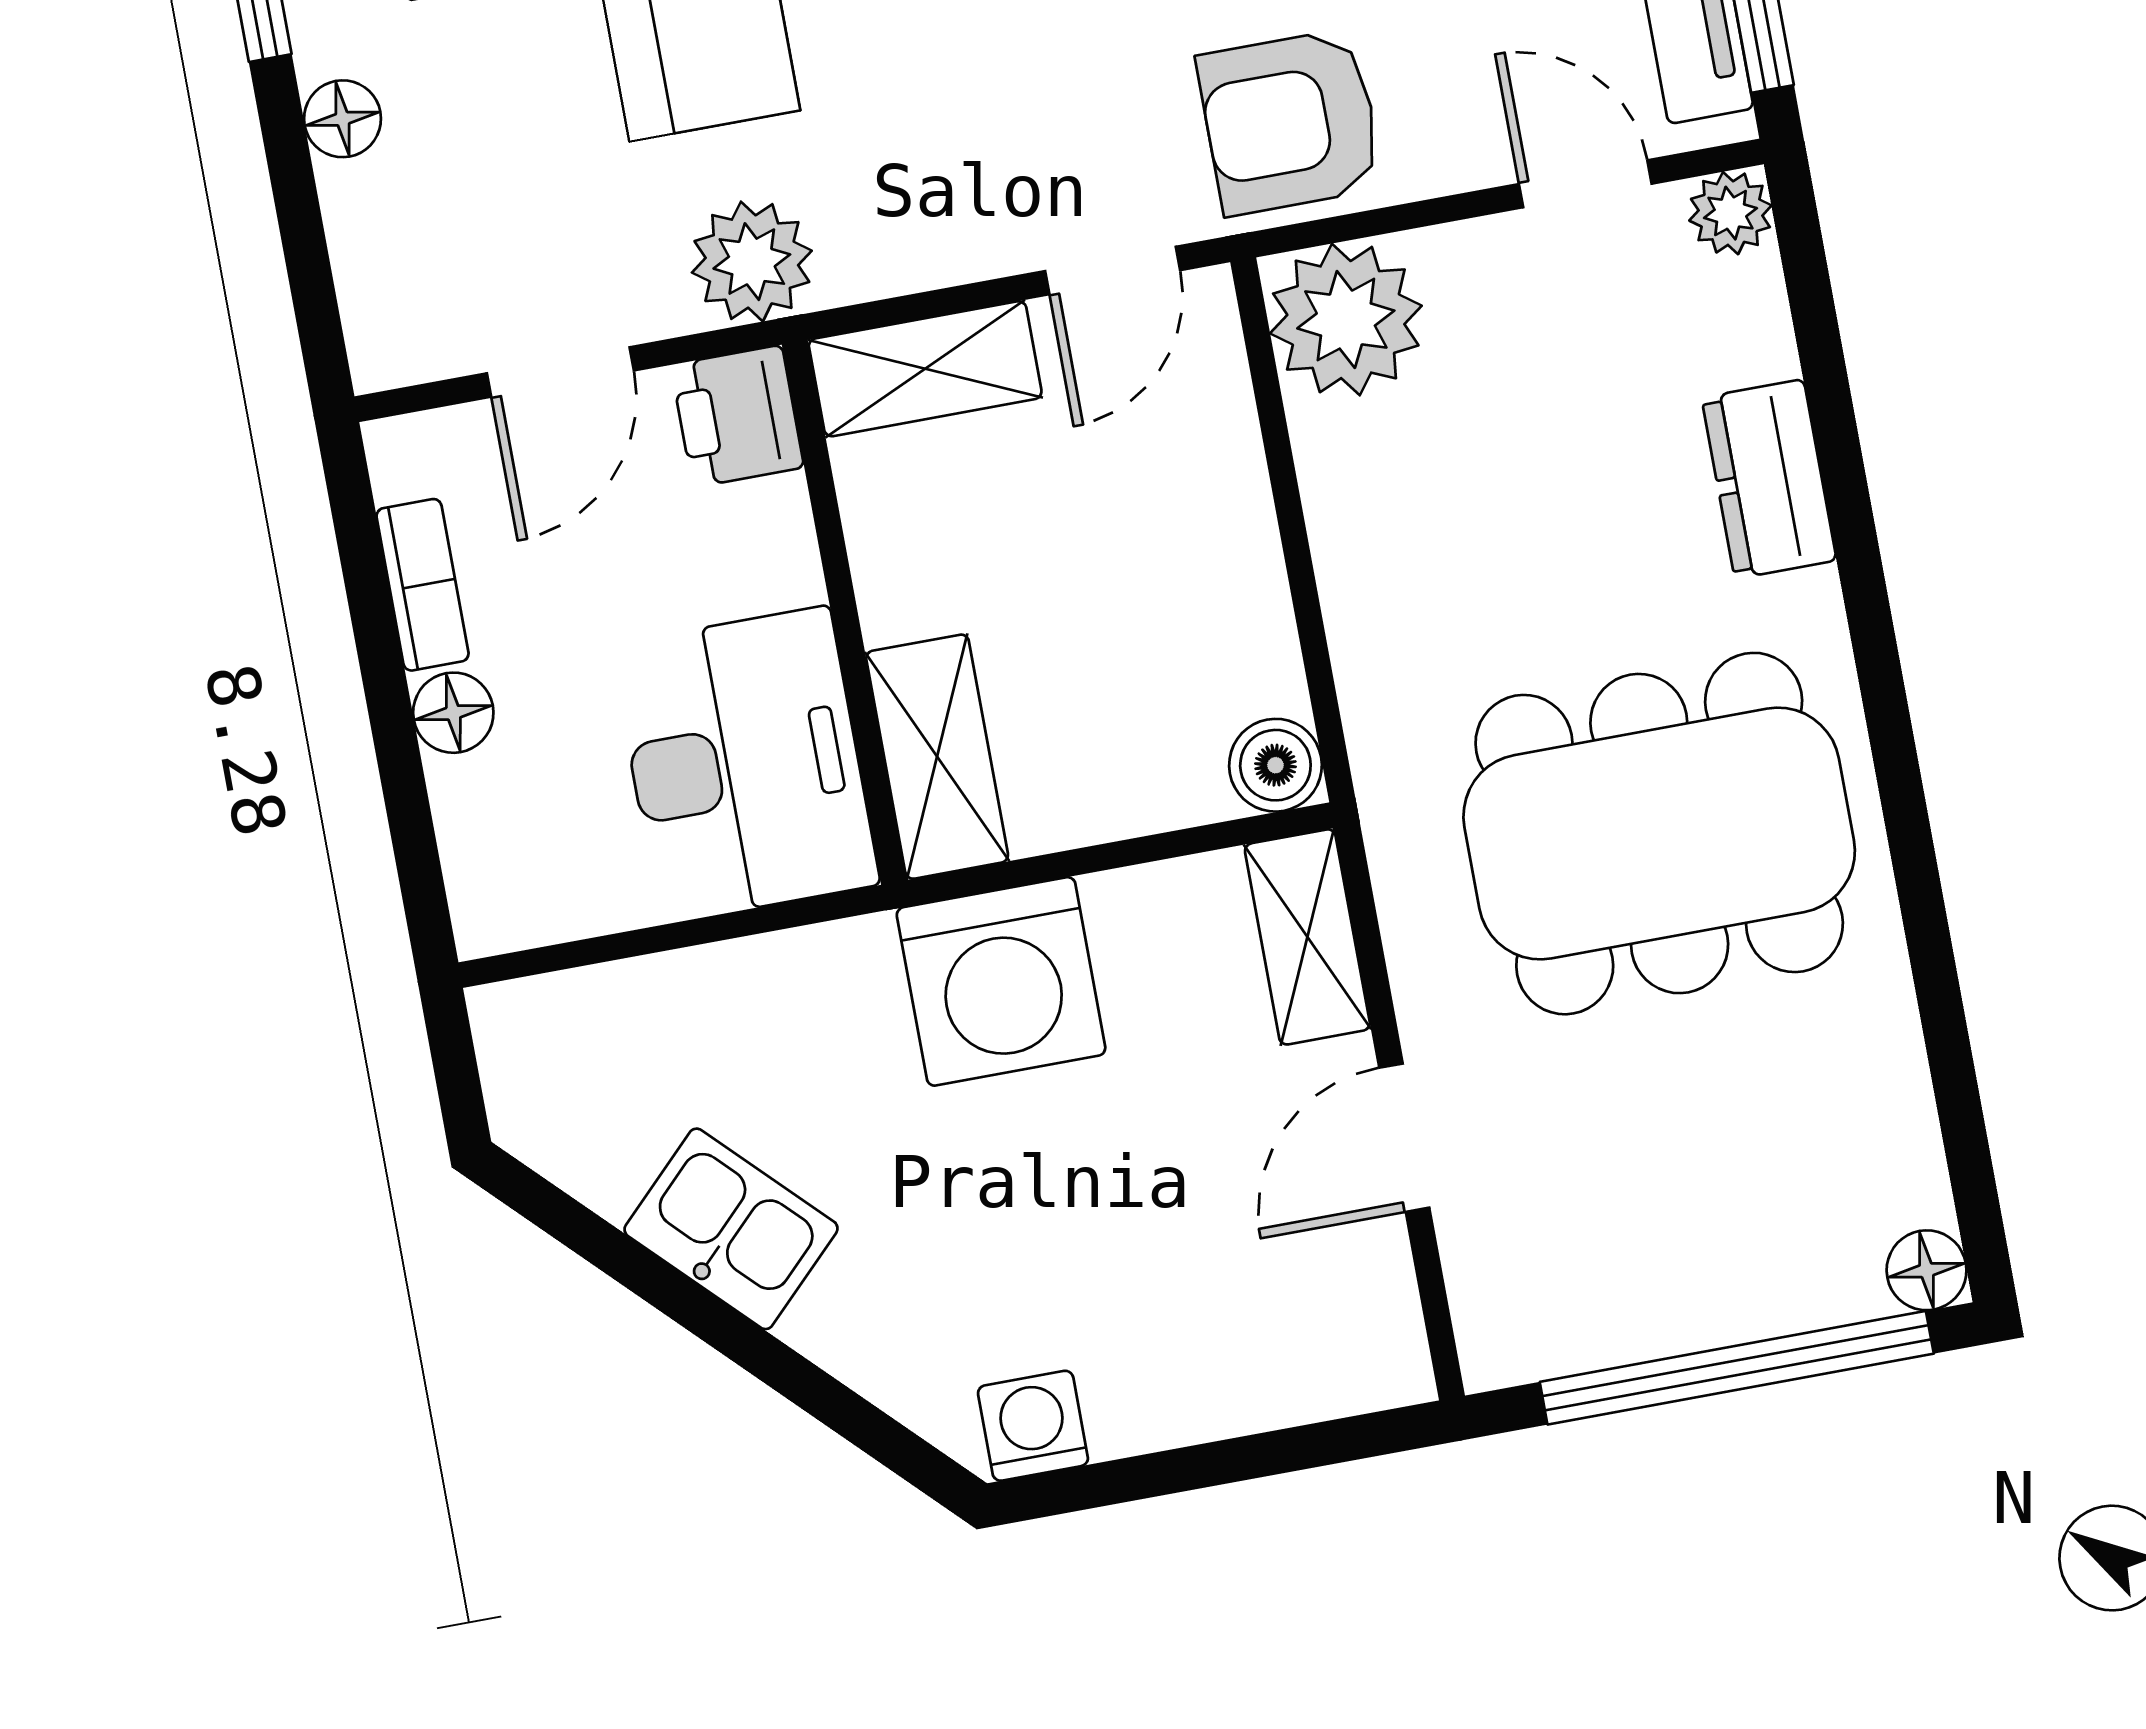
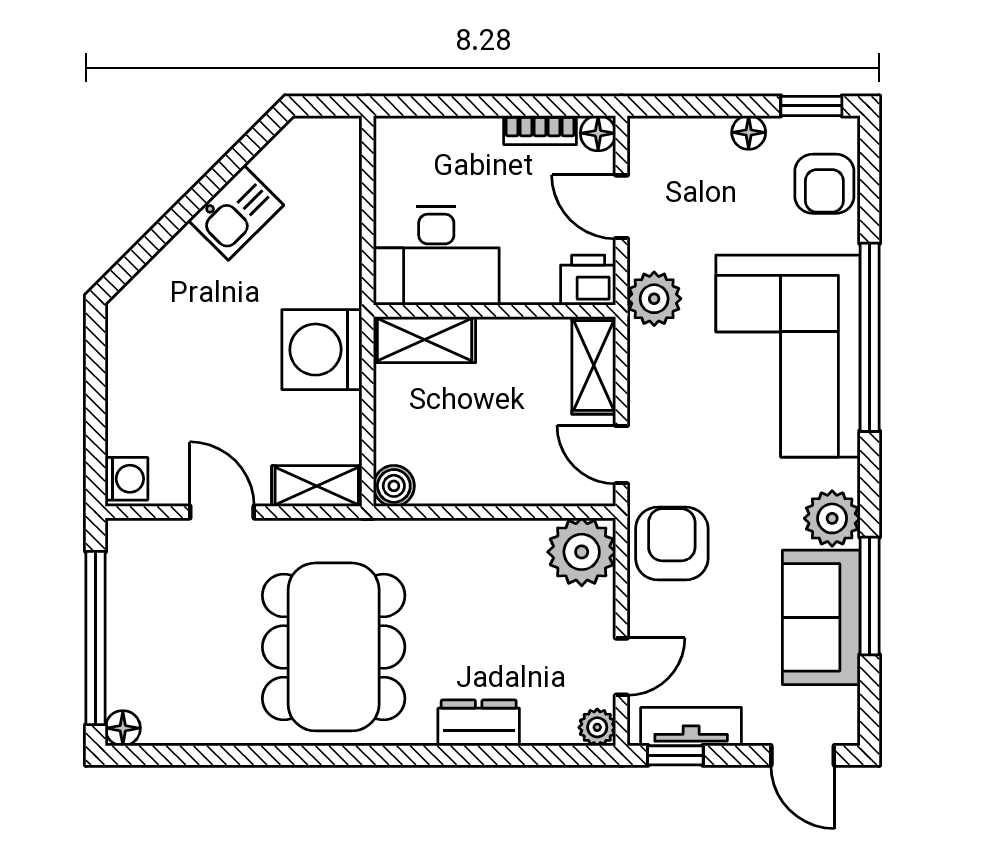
floor lamp: (453, 713) -> (598, 133), moved
washing machine: (1033, 1426) -> (126, 479), moved

